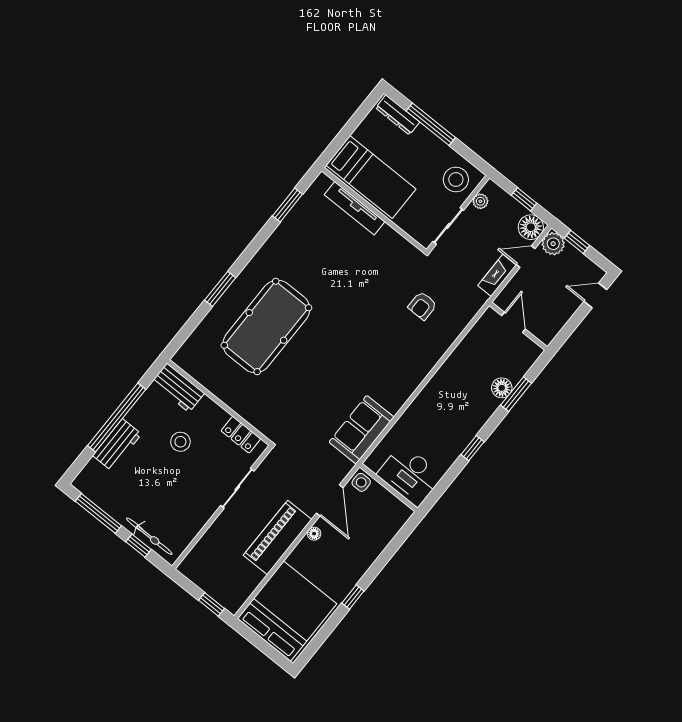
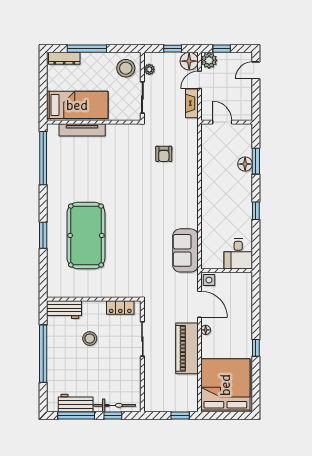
window: (287, 205) -> (43, 158), width x2.11
workbench: (117, 445) -> (76, 403), moved, turned -90
desk: (410, 475) -> (238, 254), width x0.73

